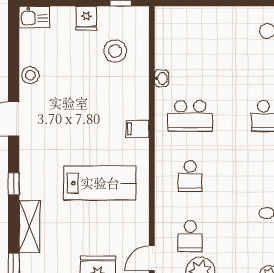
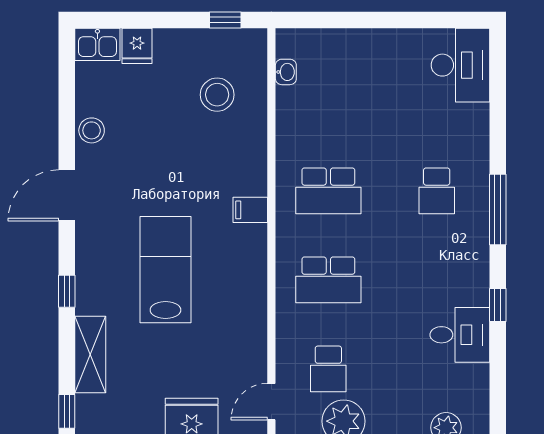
fridge: (86, 18) -> (137, 46), moved
washbasin: (162, 78) -> (286, 72), moved
school desk: (190, 176) -> (328, 280), width x1.85
lab bench: (100, 183) -> (165, 270), moved, turned -90

